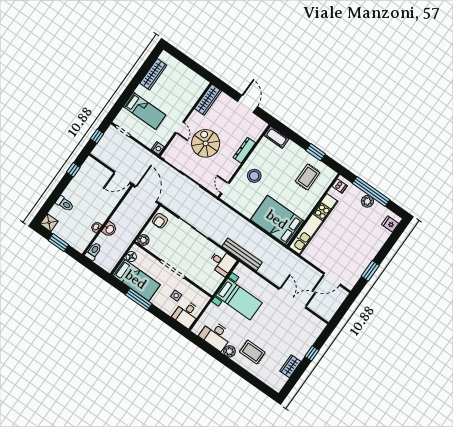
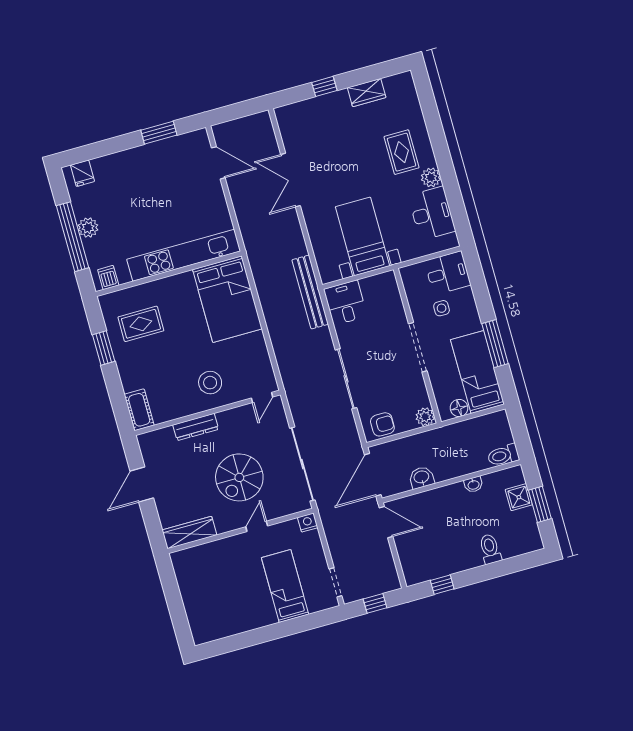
wardrobe: (153, 74) -> (234, 625), removed
shower: (49, 223) -> (519, 497), moved
washbasin: (110, 229) -> (422, 477), moved

